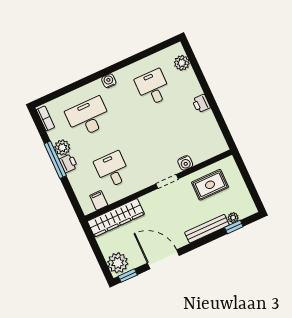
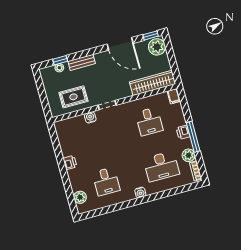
plant: (62, 148) -> (189, 155), moved
filing cabinet: (99, 200) -> (174, 96), moved
bench: (207, 229) -> (82, 62), width x0.73

